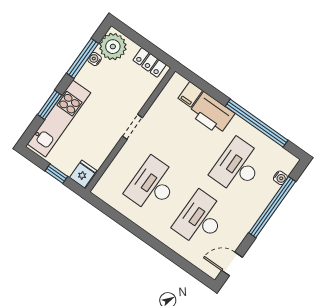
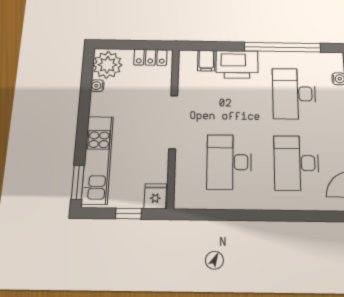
window: (83, 58) -> (86, 92), removed
window: (50, 105) -> (78, 182), moved
doorway: (132, 127) -> (173, 122), width x1.87

